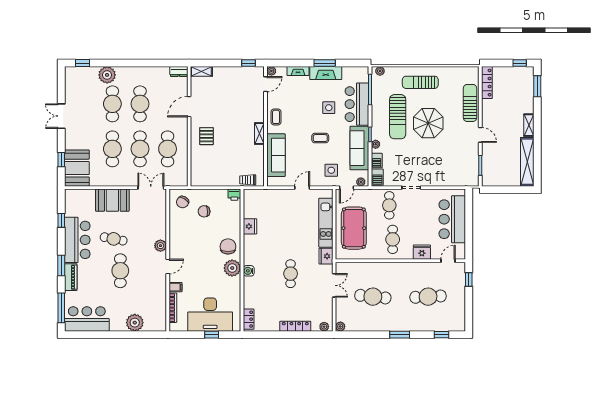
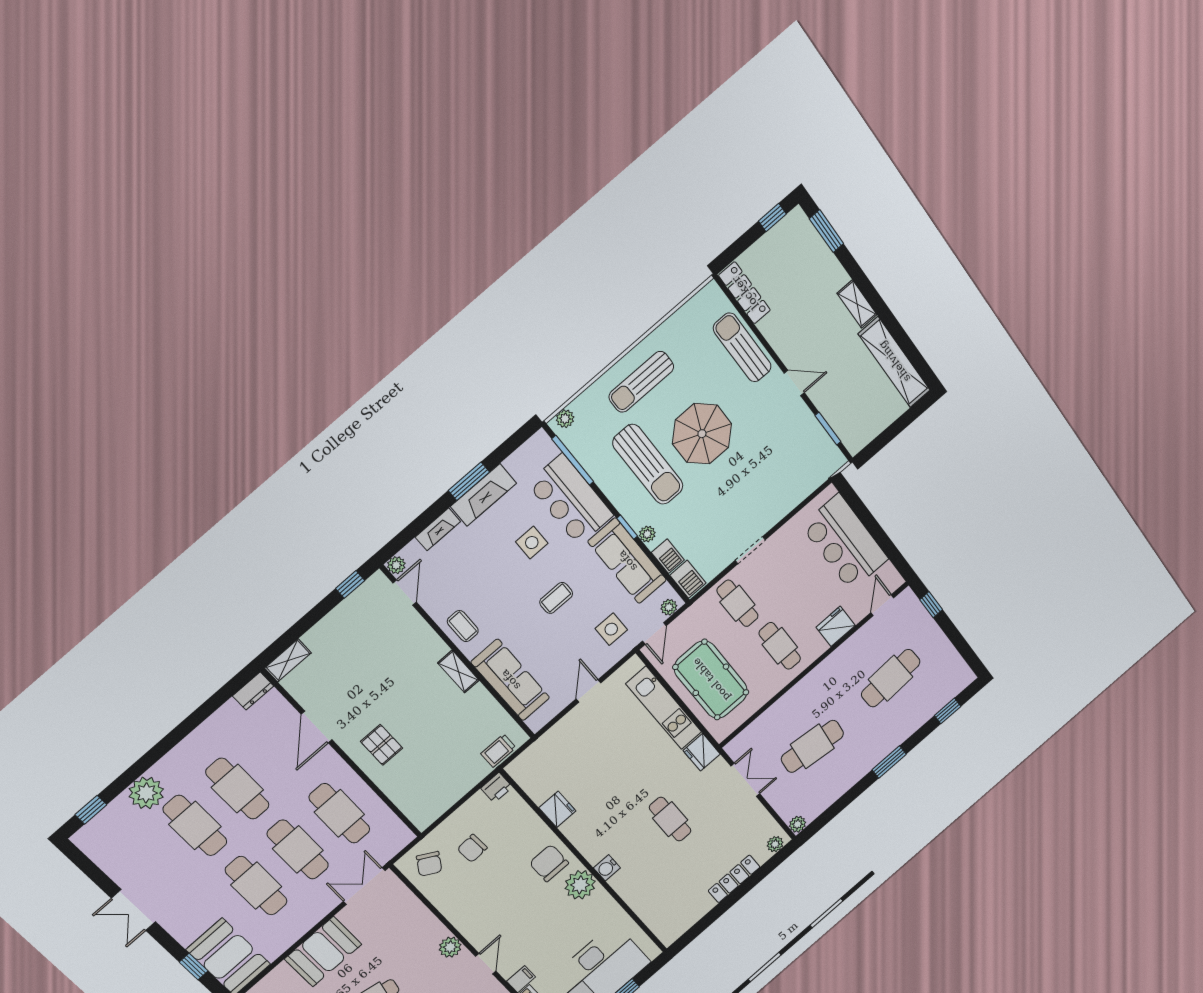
locker: (249, 319) -> (661, 928), removed

